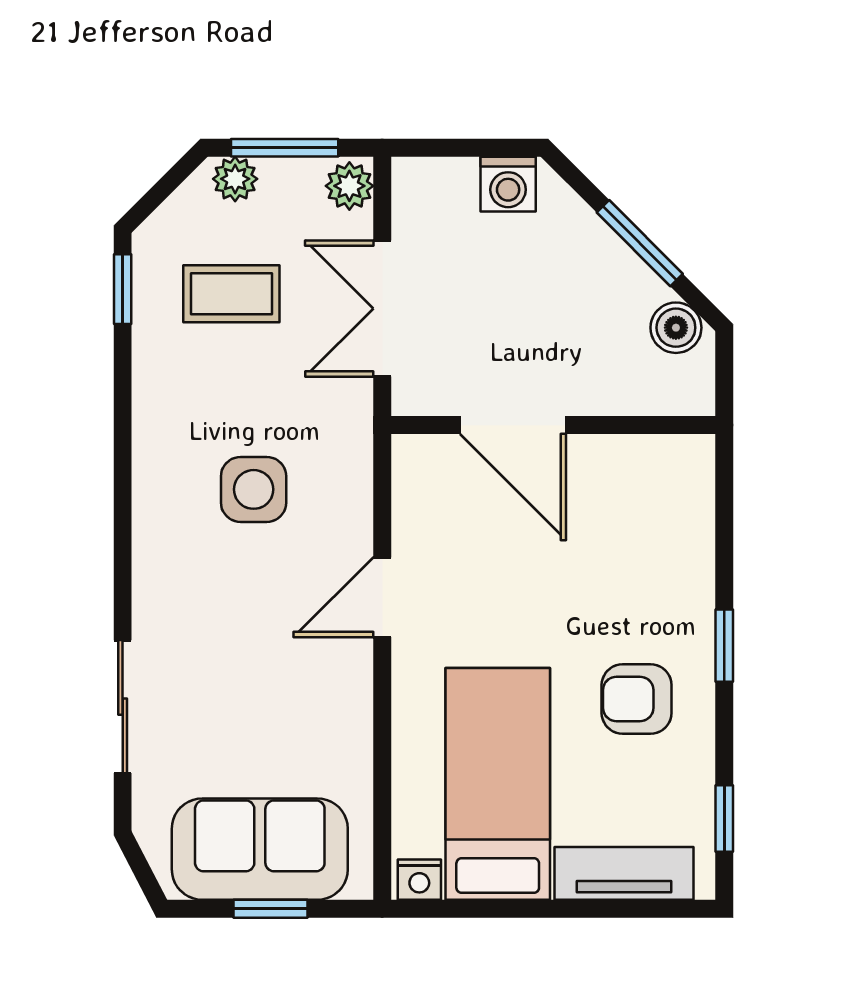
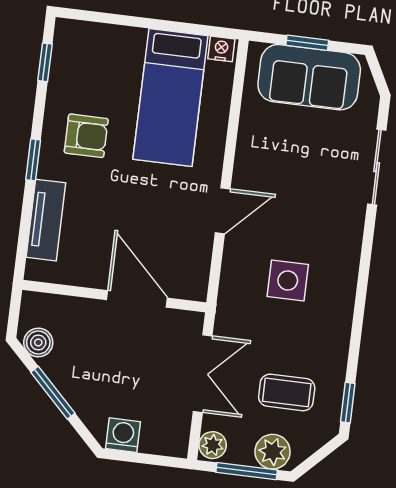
plant: (235, 179) -> (273, 452), width x1.38, depth x1.38
tv unit: (624, 873) -> (46, 220), moved, turned -90

